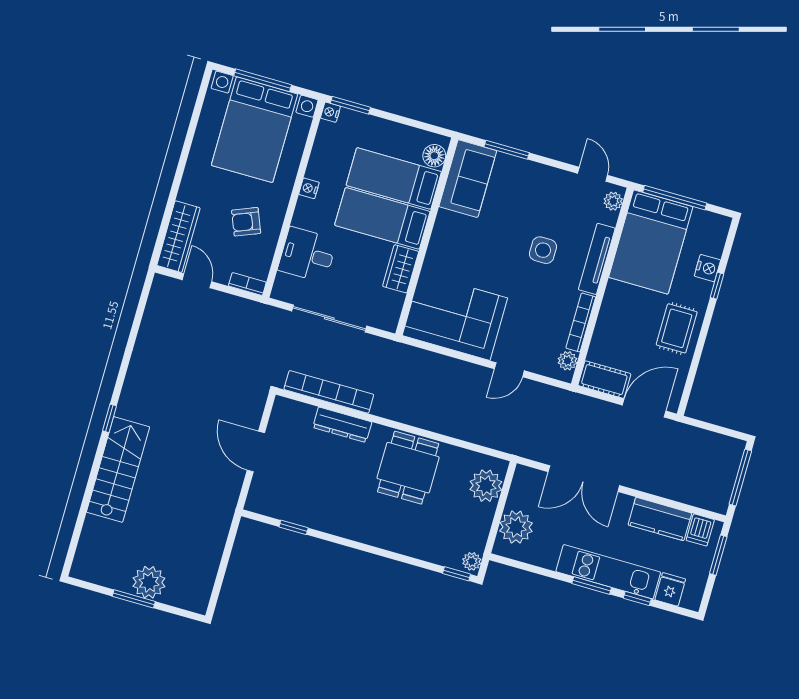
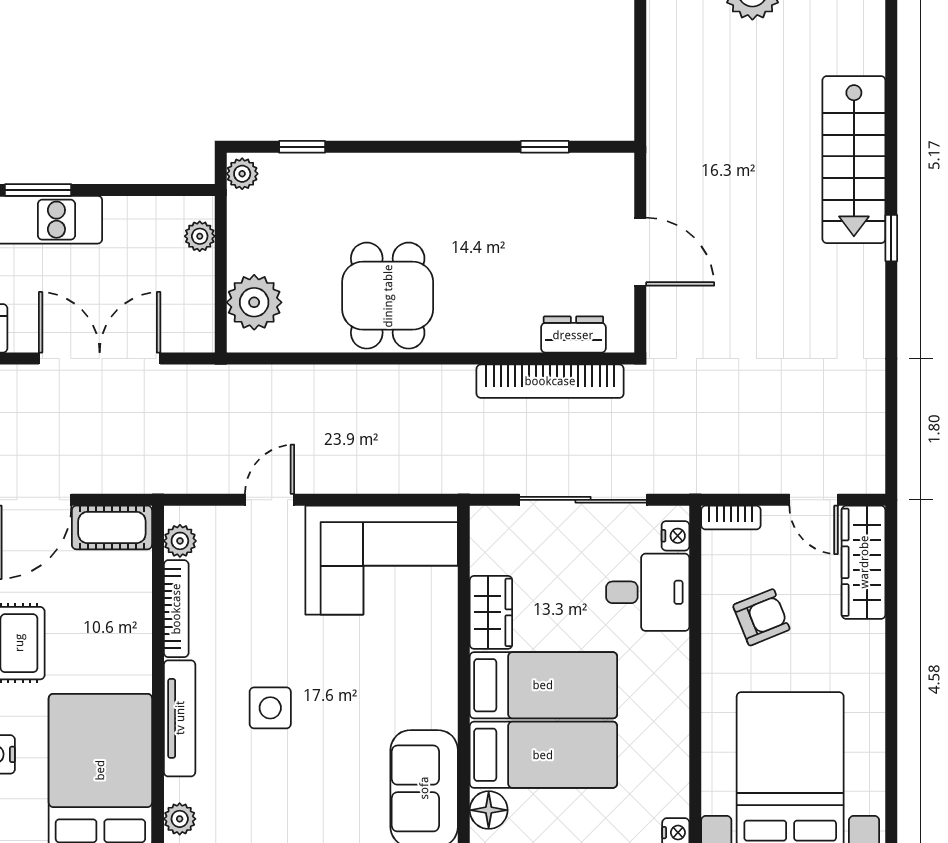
nightstand: (309, 188) -> (675, 536), moved
dresser: (342, 425) -> (573, 335), moved, width x0.70
plant: (516, 527) -> (200, 236), width x0.53, depth x0.53
window: (457, 574) -> (302, 147), moved

